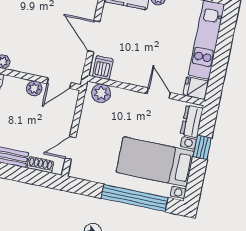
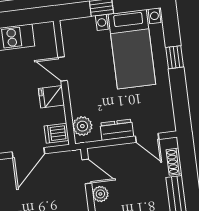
fridge: (196, 88) -> (51, 97), moved, turned 90
door: (159, 93) -> (63, 69), hinge flipped
dresser: (192, 121) -> (117, 130), moved, turned 180
window: (135, 198) -> (175, 57), width x0.32

